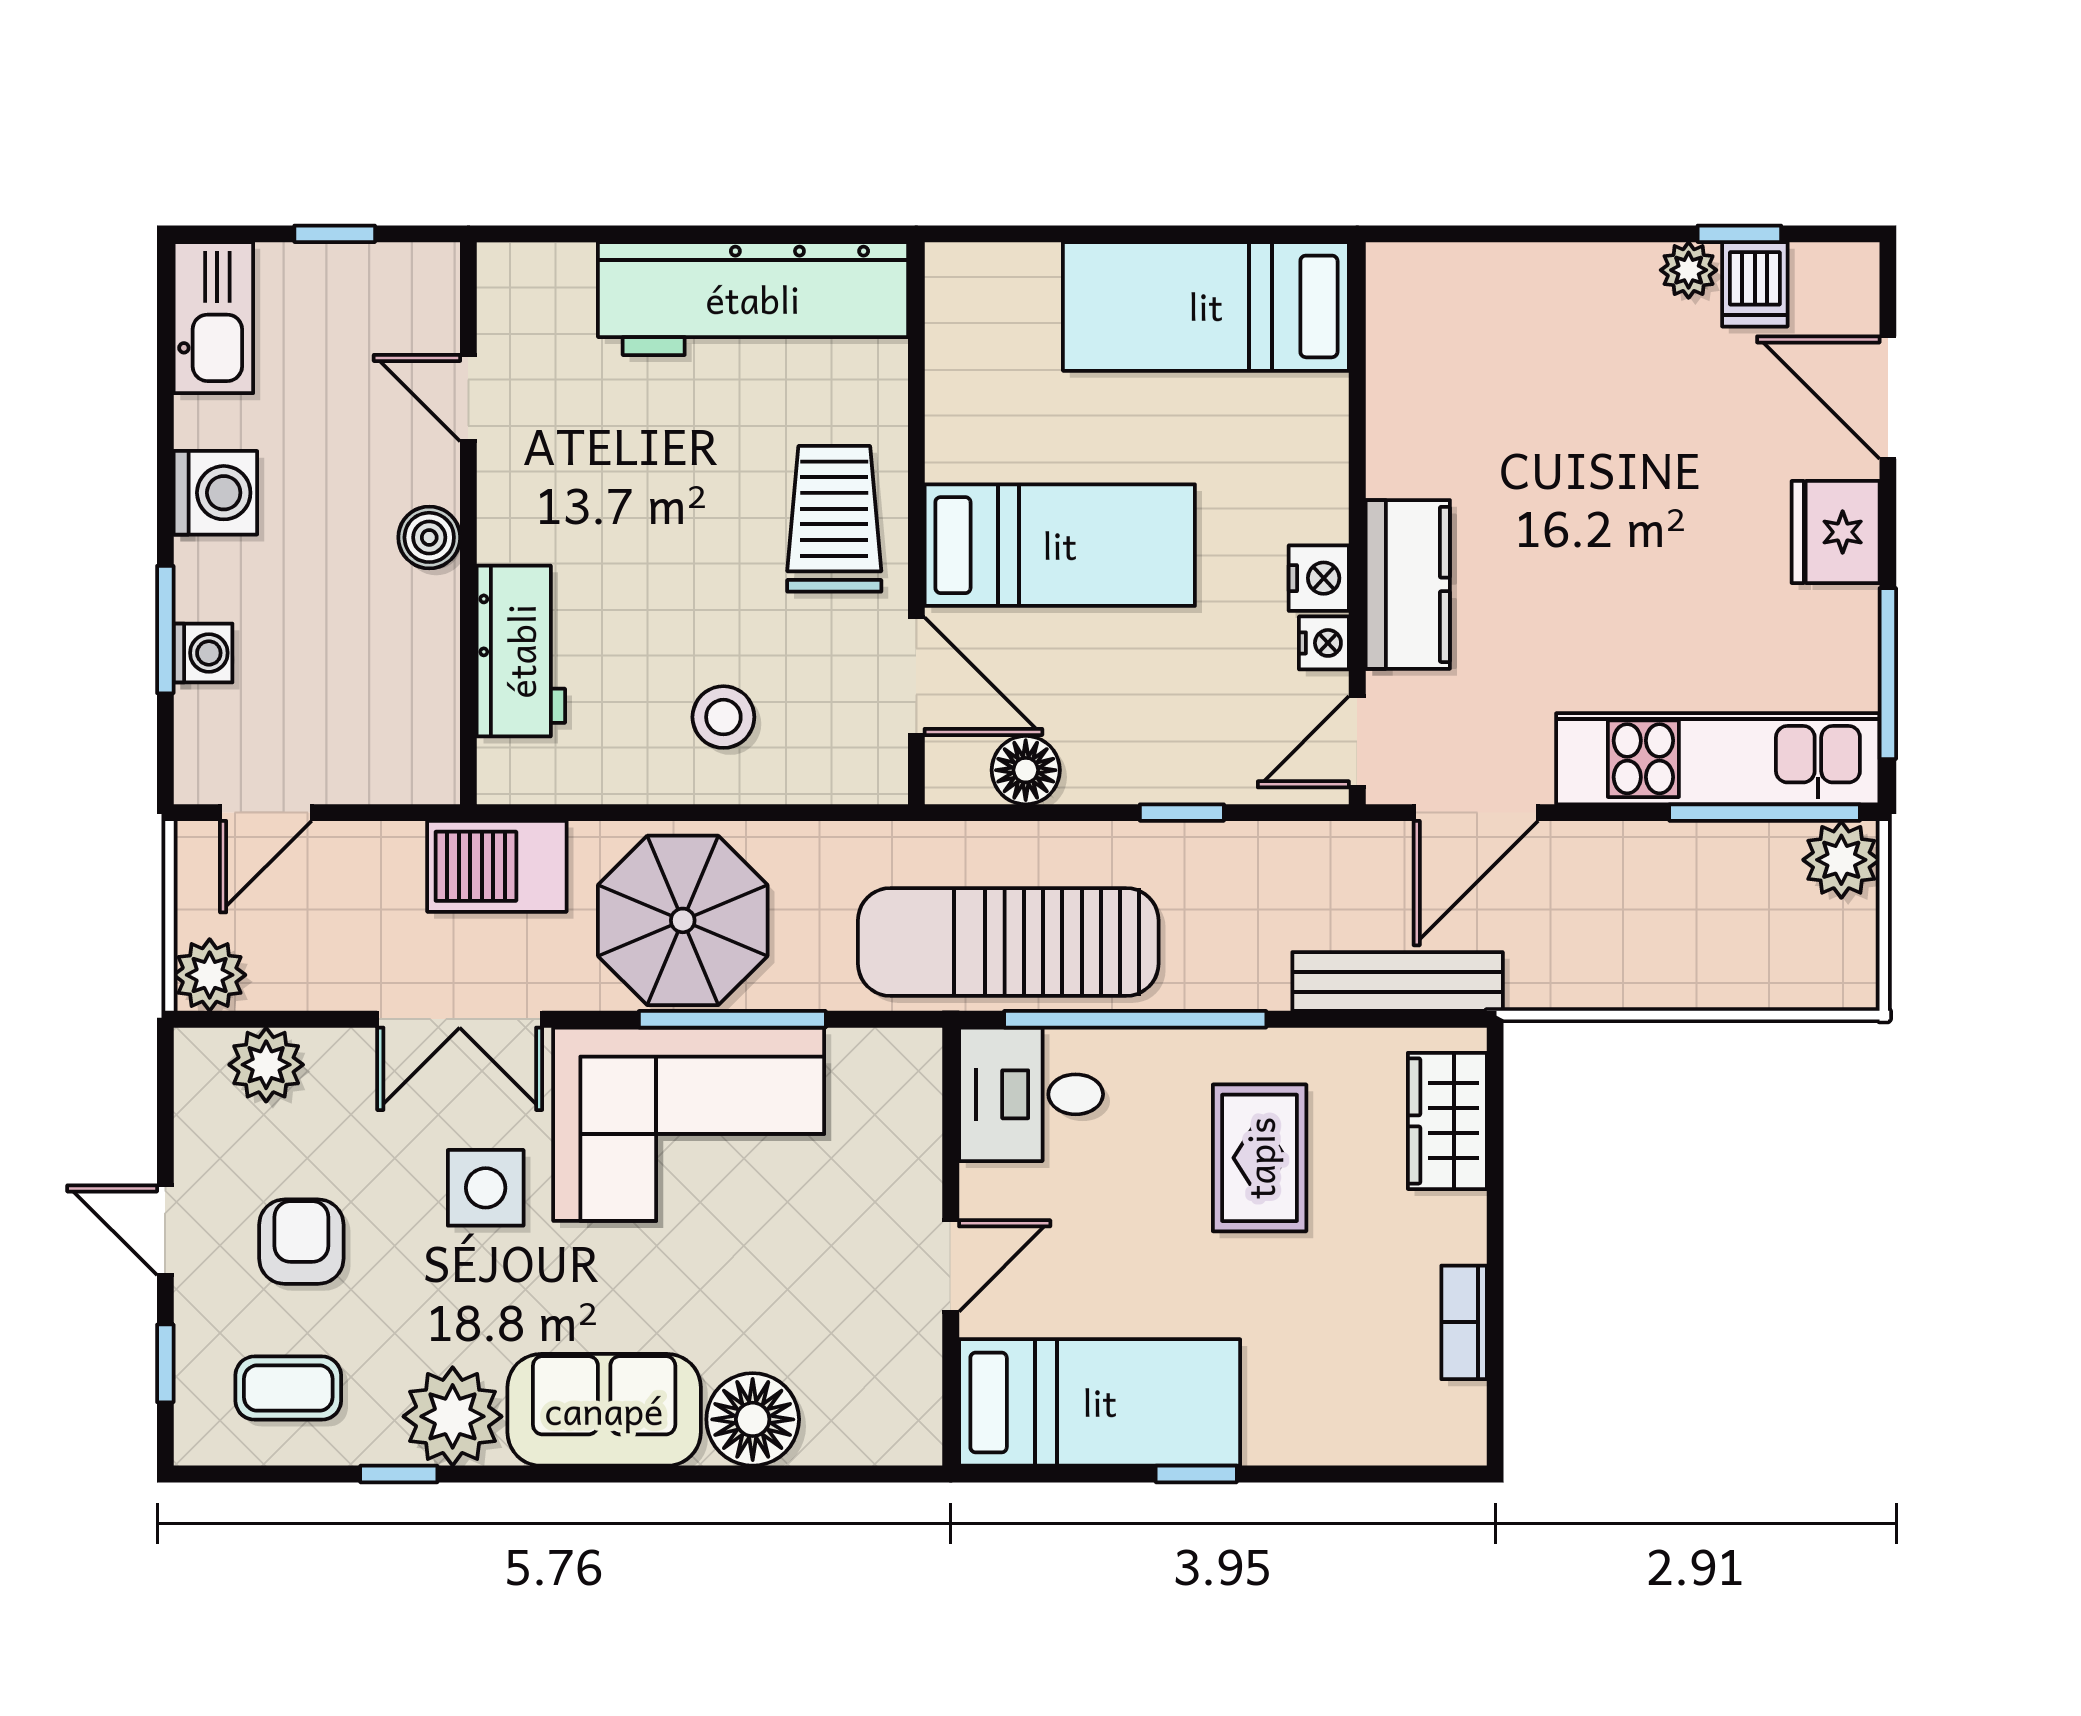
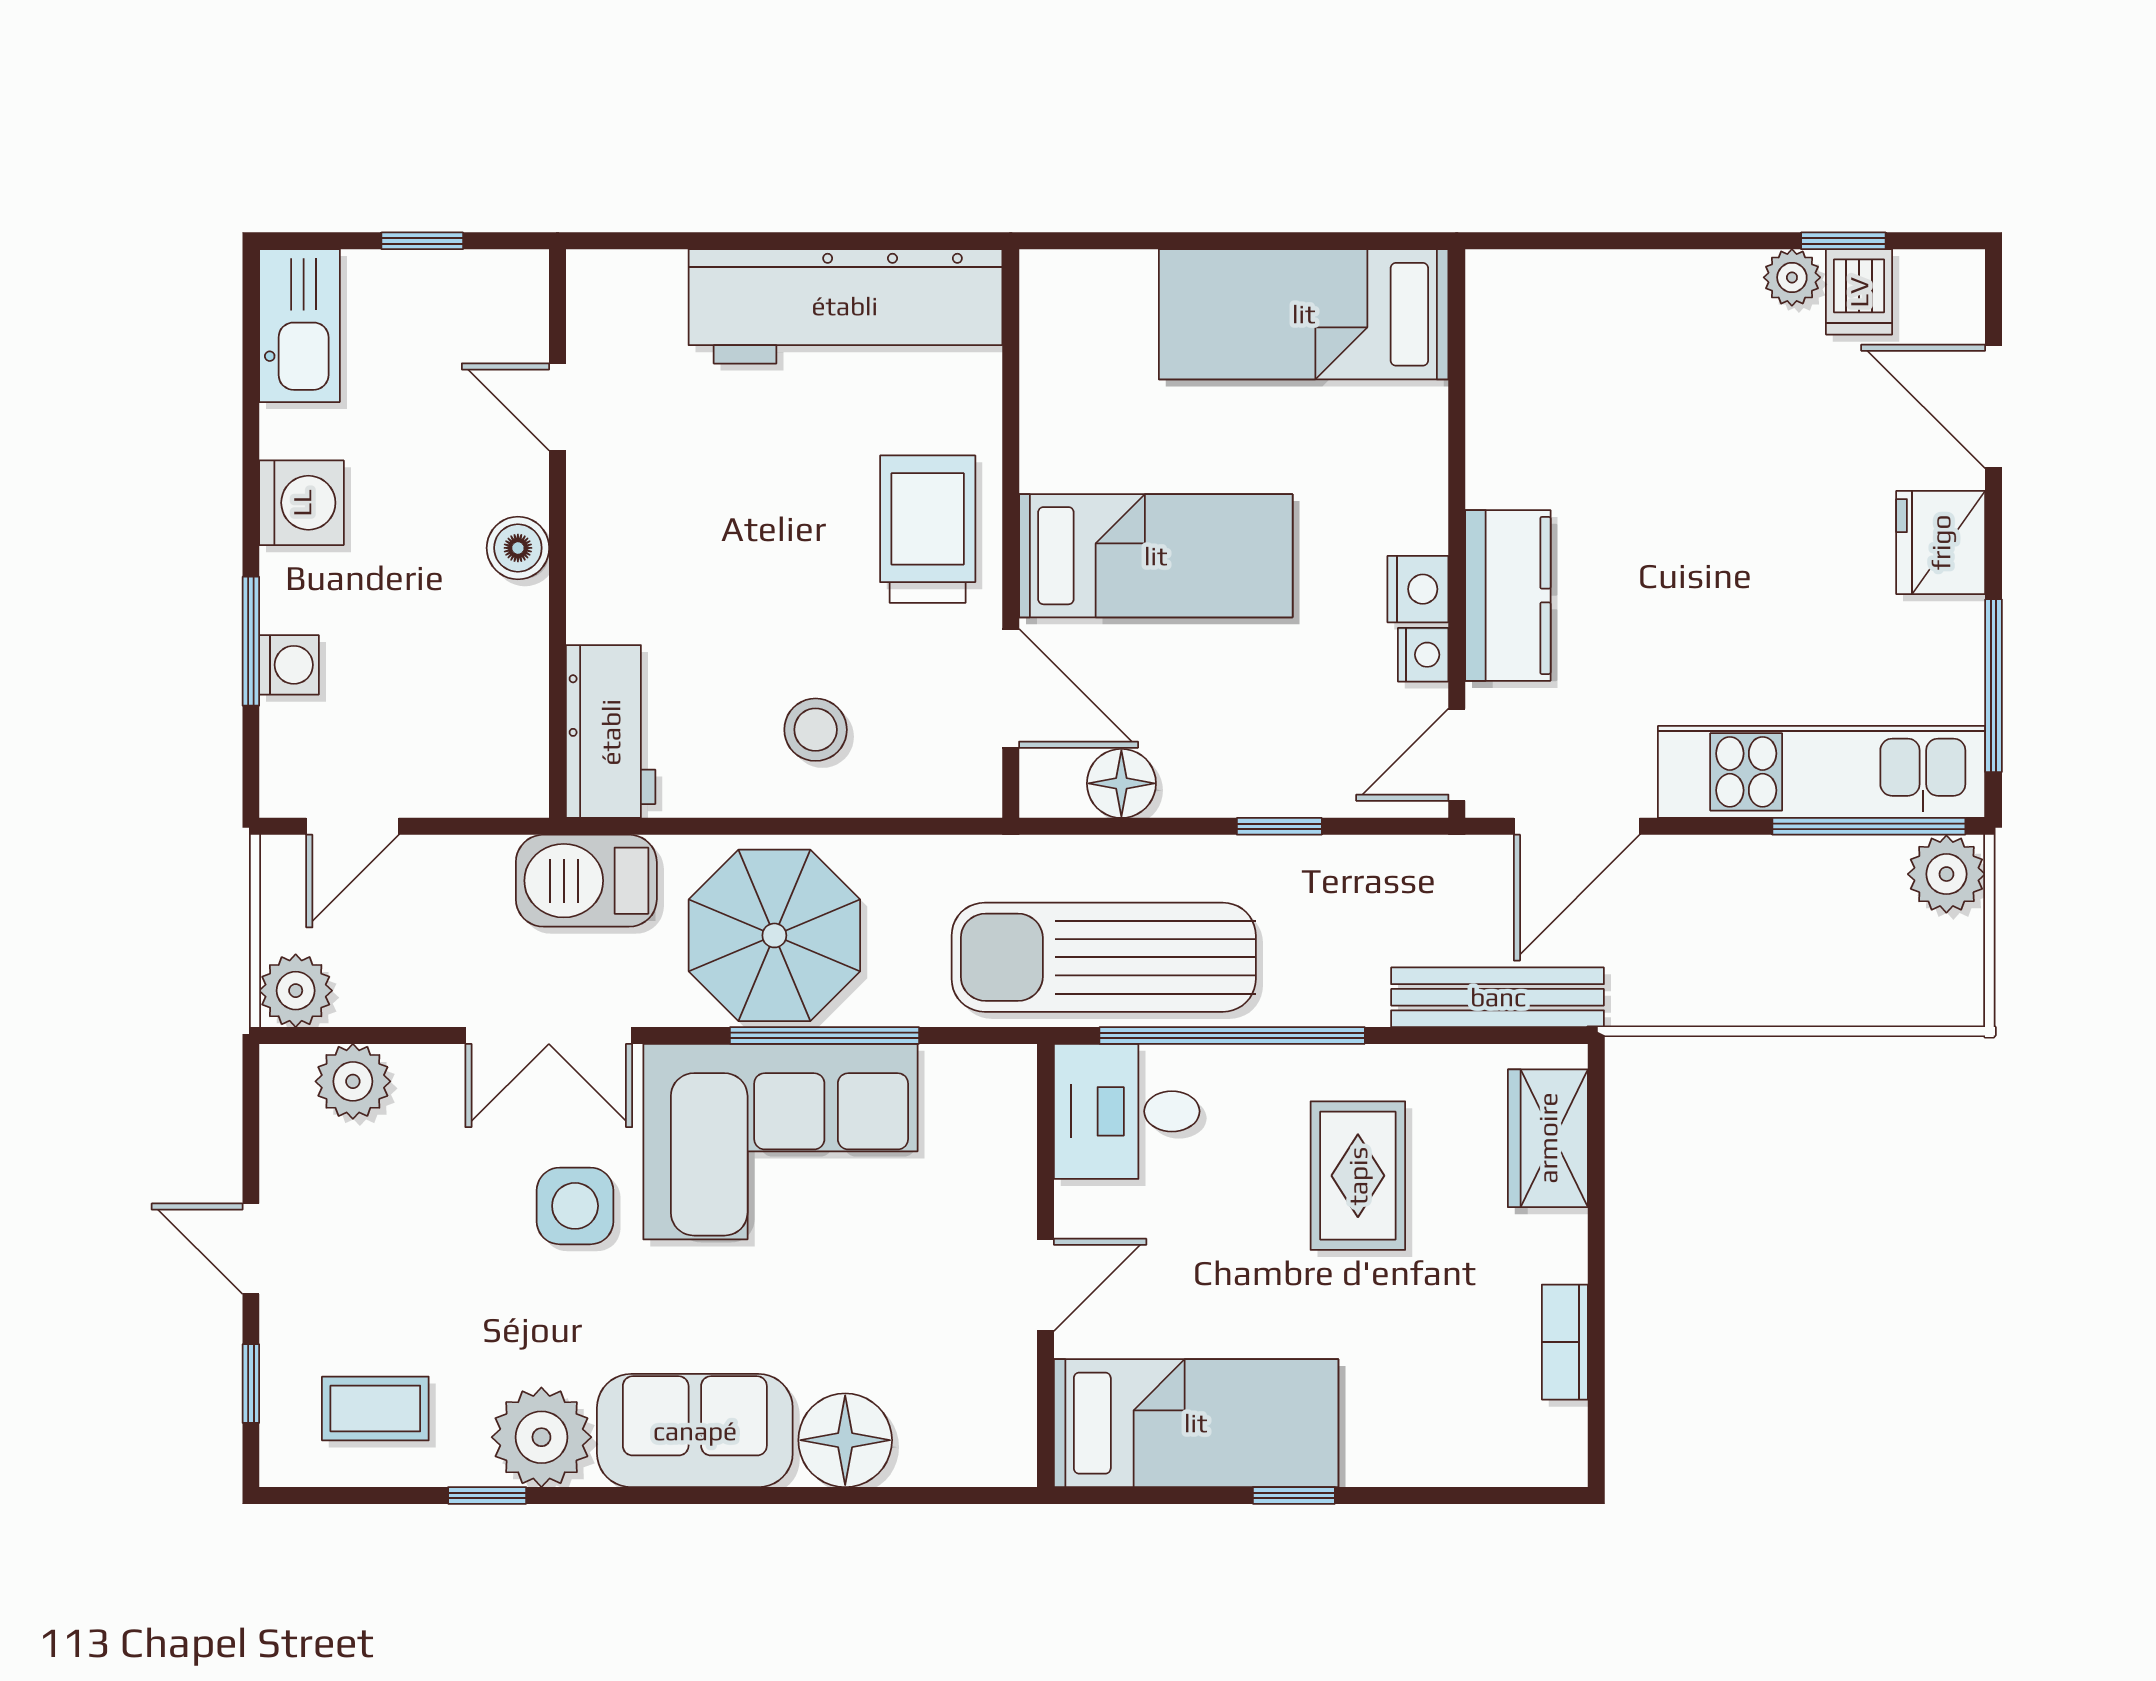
workbench: (521, 651) -> (611, 732), moved
armchair: (301, 1242) -> (389, 1260), removed

